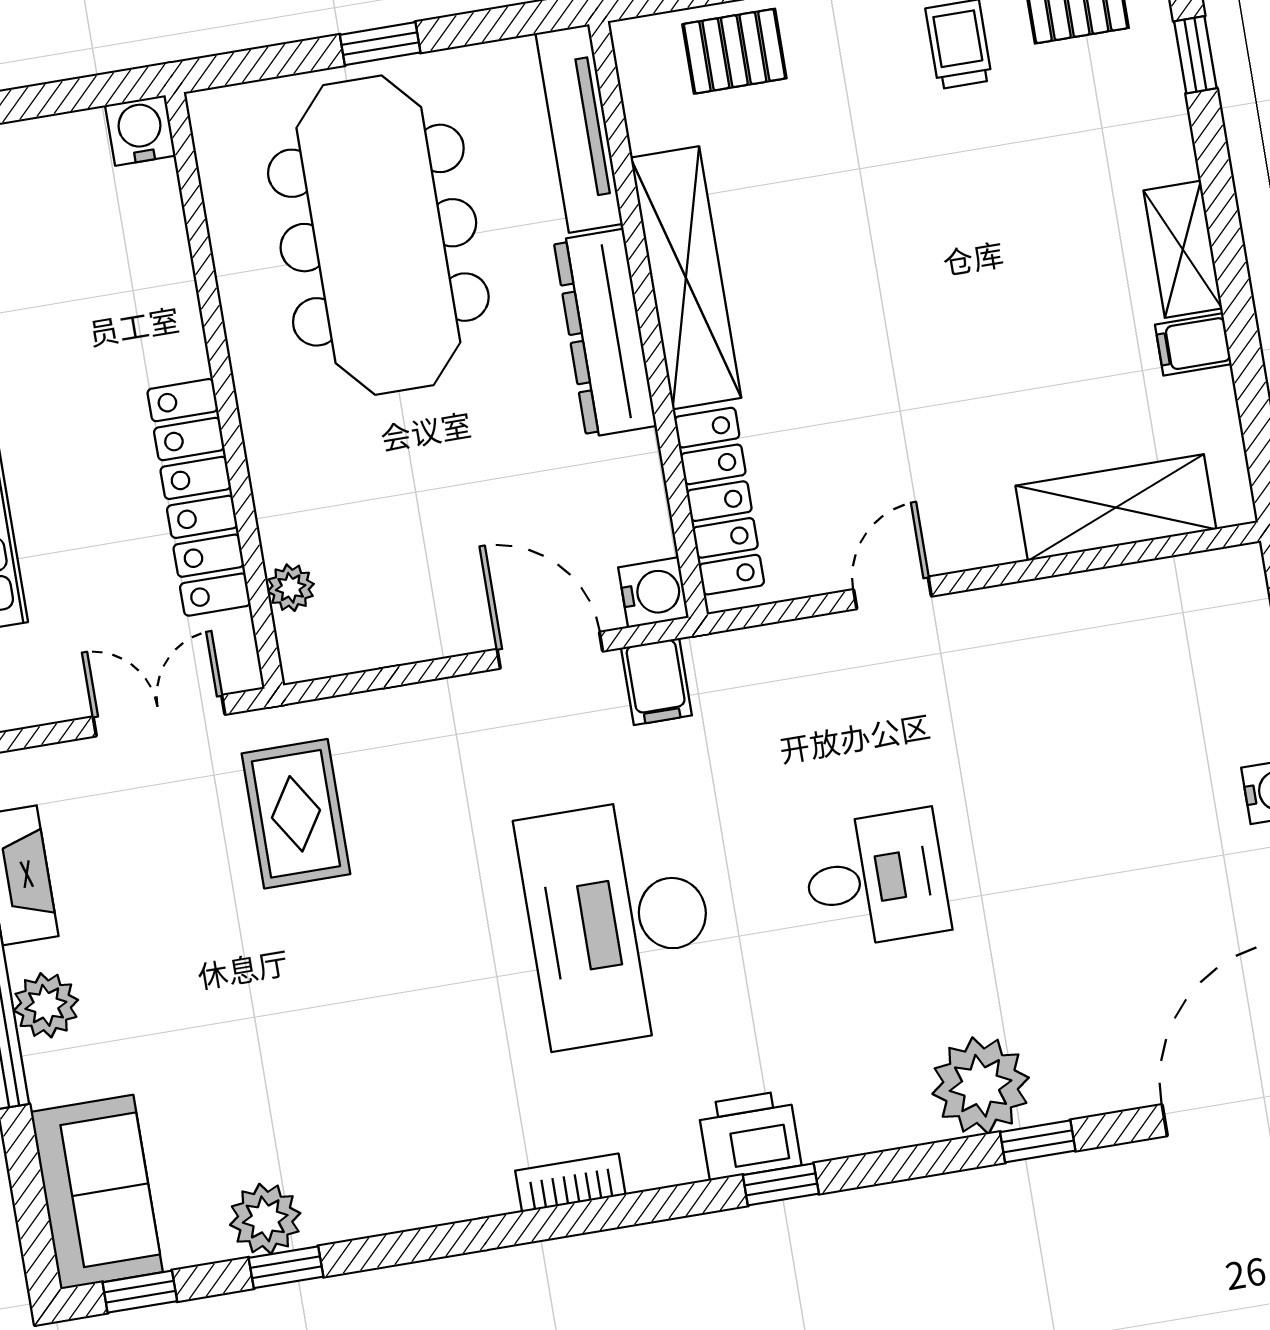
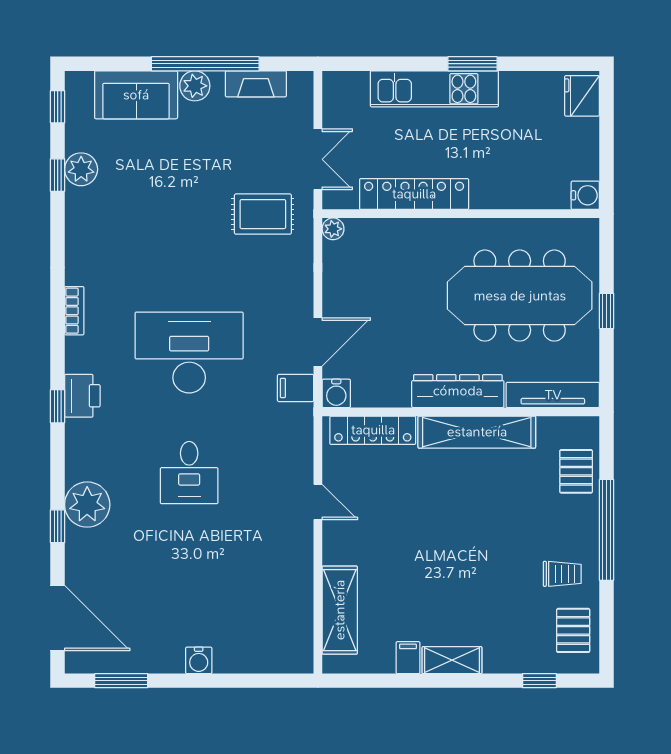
plant: (291, 588) -> (333, 229), moved
sofa: (97, 1192) -> (136, 95), moved

